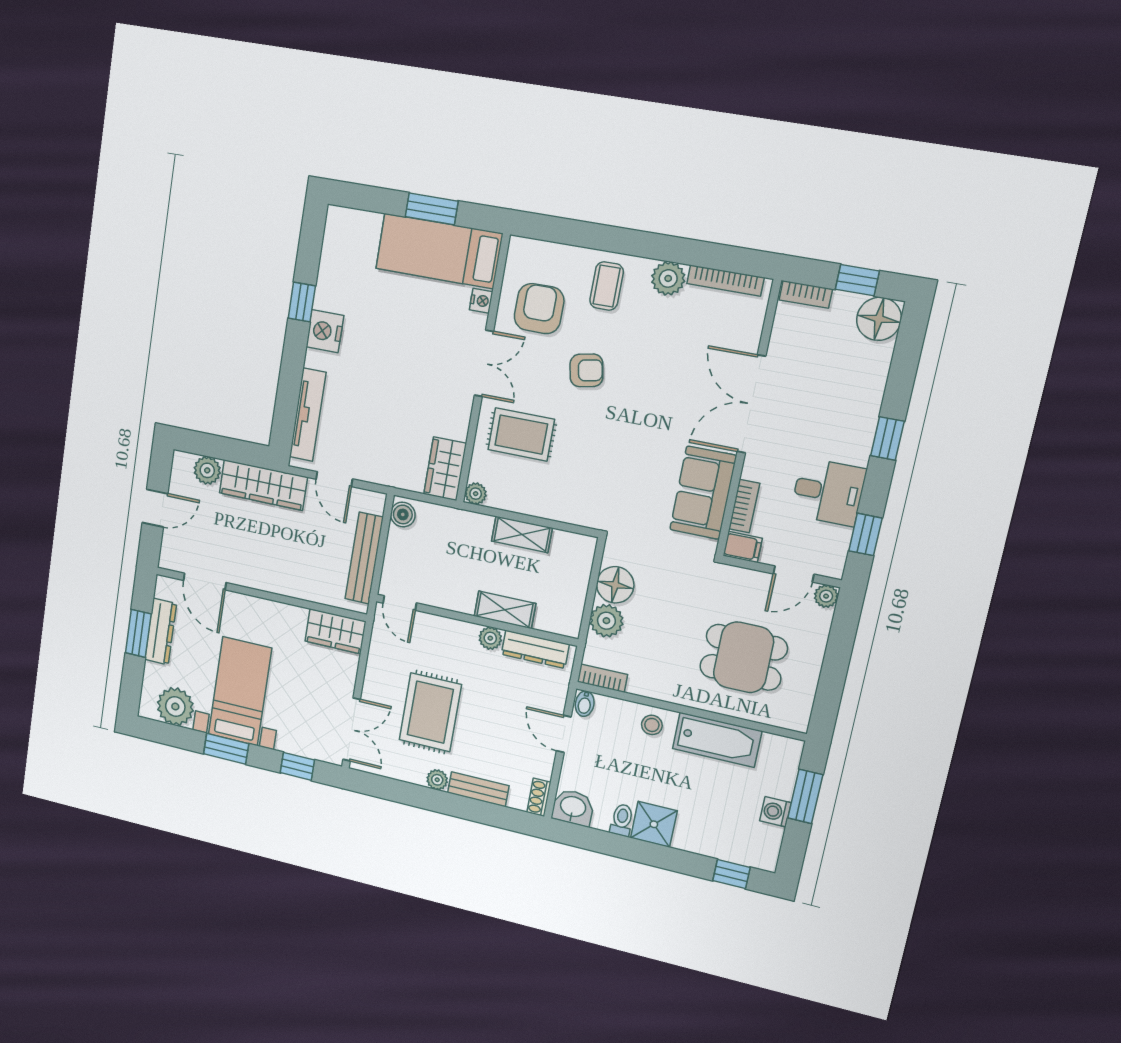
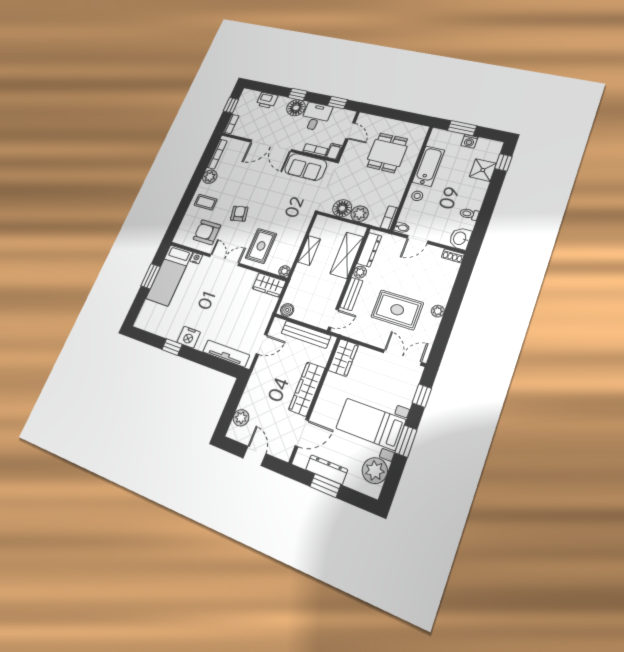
floor lamp: (879, 319) -> (296, 108), moved
printer: (871, 368) -> (267, 100), added
wardrobe: (263, 485) -> (307, 389), moved, turned 180
plant: (826, 596) -> (363, 118), removed
shelving: (505, 610) -> (347, 255), width x1.50, depth x1.33
bench: (478, 789) -> (351, 294), moved
shower: (654, 824) -> (483, 170), moved

